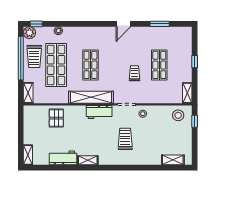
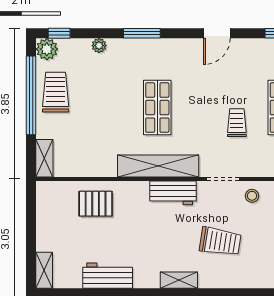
window: (82, 24) -> (142, 33), added
trolley: (34, 56) -> (56, 92), turned 180
shop shelf: (56, 65) -> (95, 108), removed
pallet: (56, 118) -> (96, 204), turned 90
trolley: (125, 139) -> (220, 241), turned 99
shelving: (88, 160) -> (179, 280), moved

